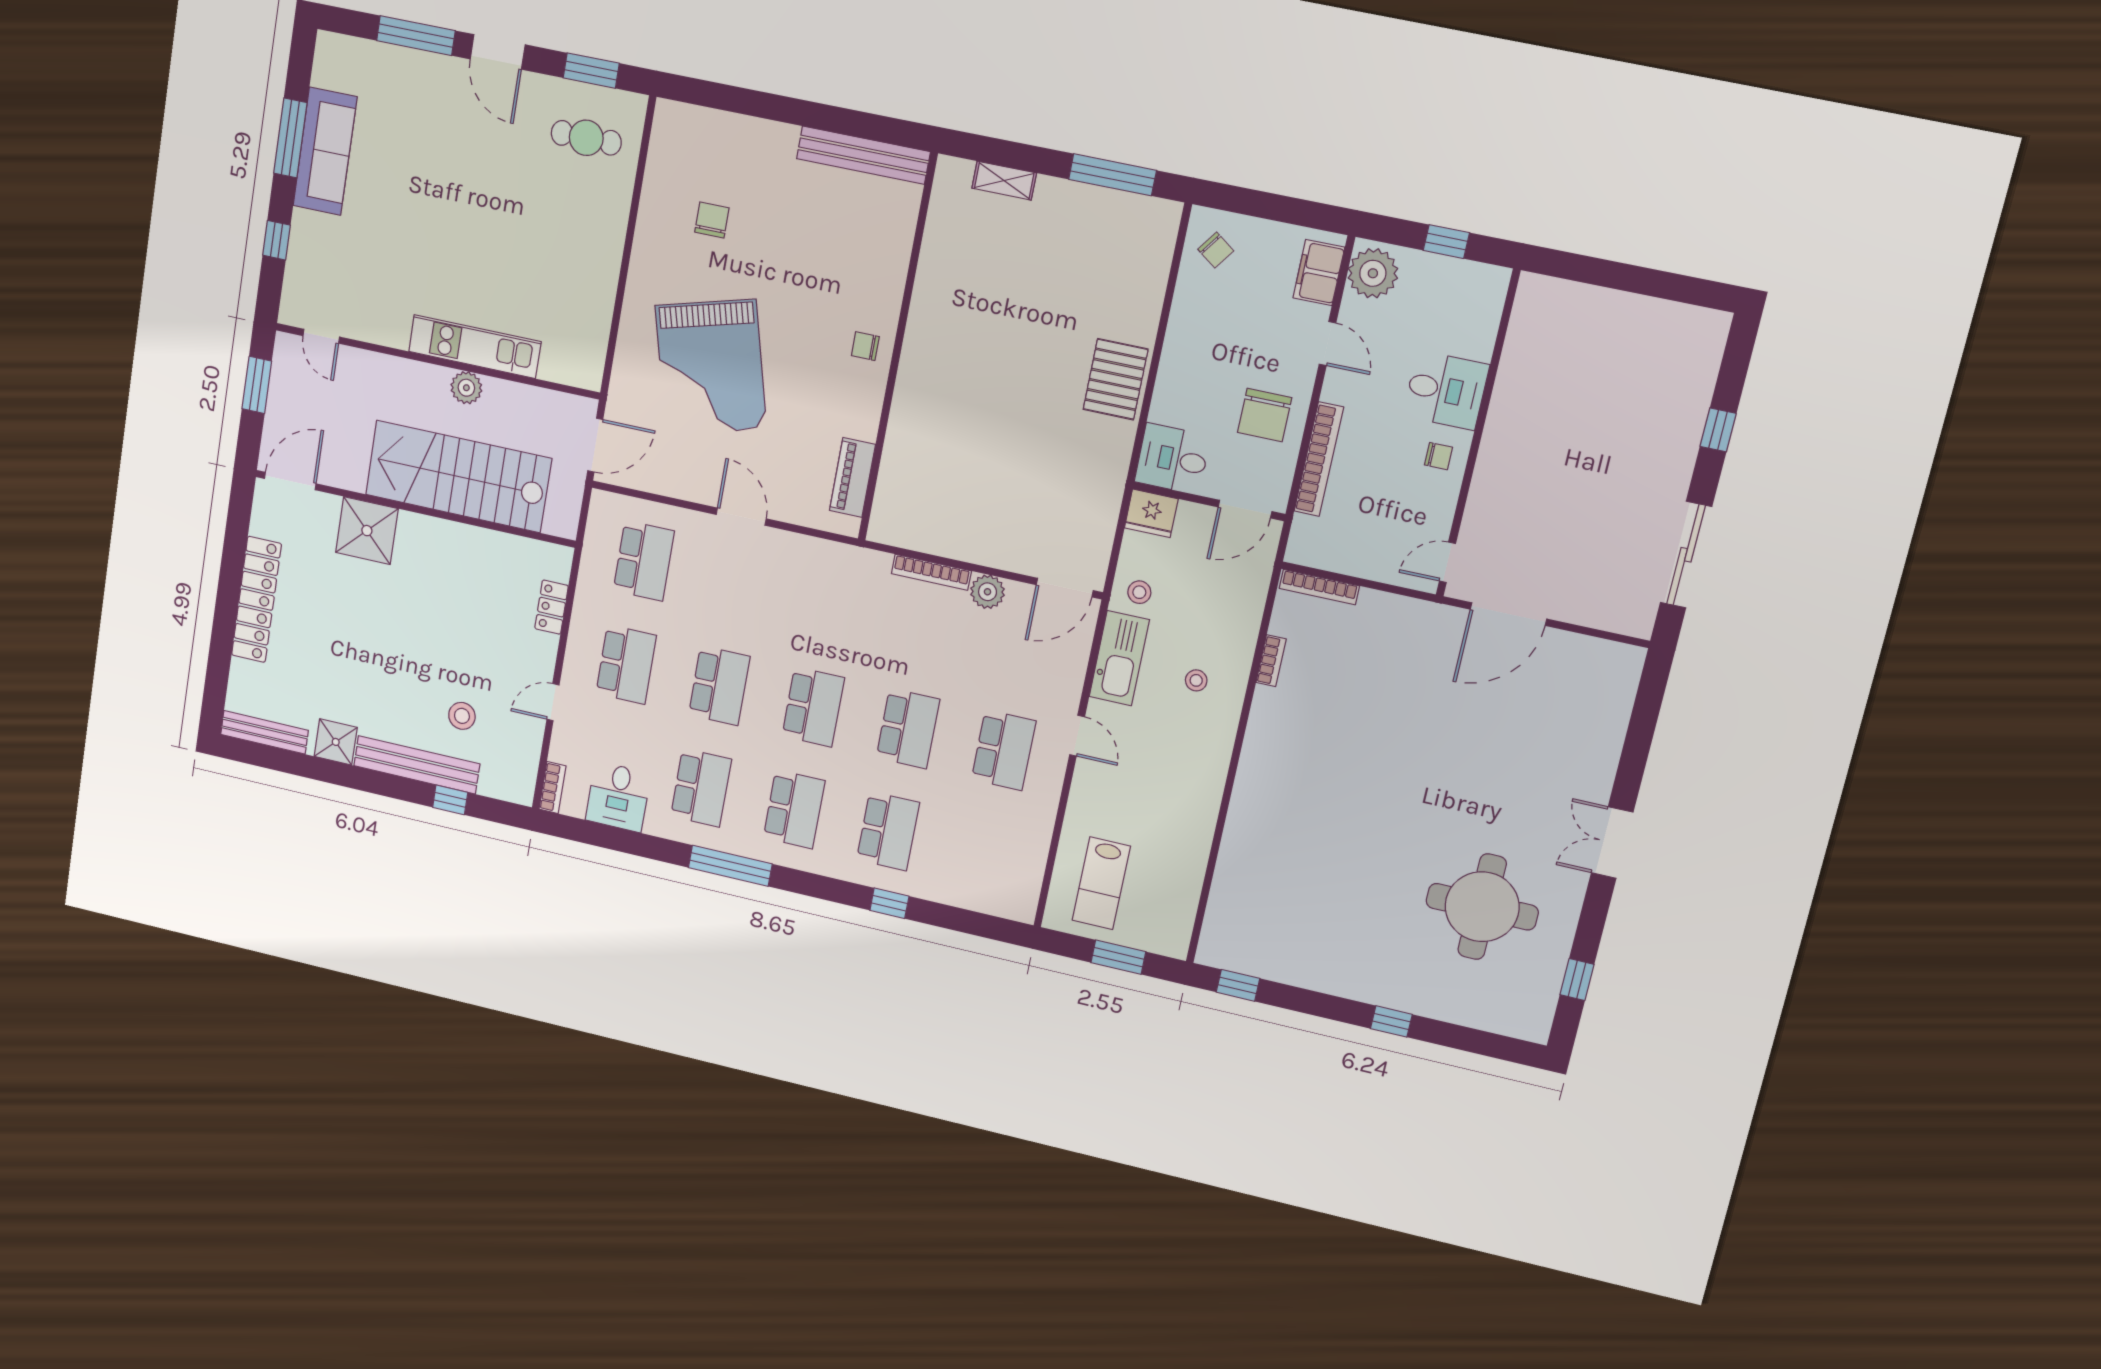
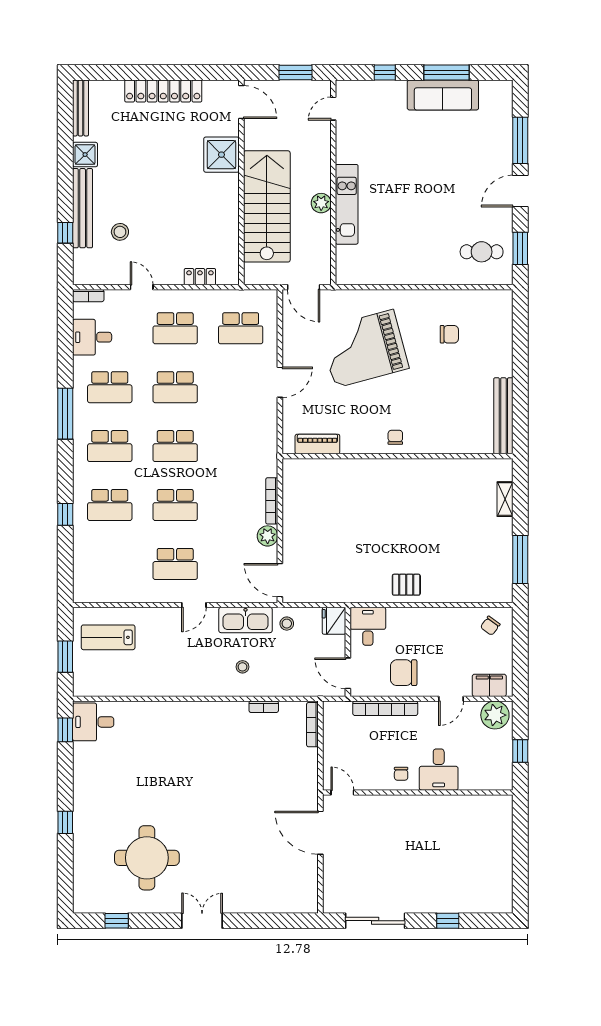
cafe table: (586, 138) -> (482, 252), turned 90
pallet: (1116, 379) -> (406, 585), width x0.67, depth x0.71
desk: (1235, 939) -> (93, 722), added

